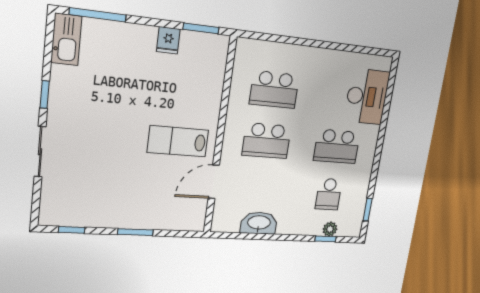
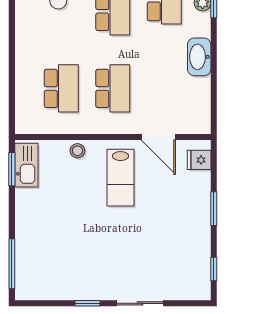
kitchen sink: (66, 39) -> (26, 165), moved, turned 90
fridge: (168, 40) -> (199, 160), moved, turned 180
stool: (211, 100) -> (77, 151), added
washbasin: (259, 223) -> (199, 57), moved

